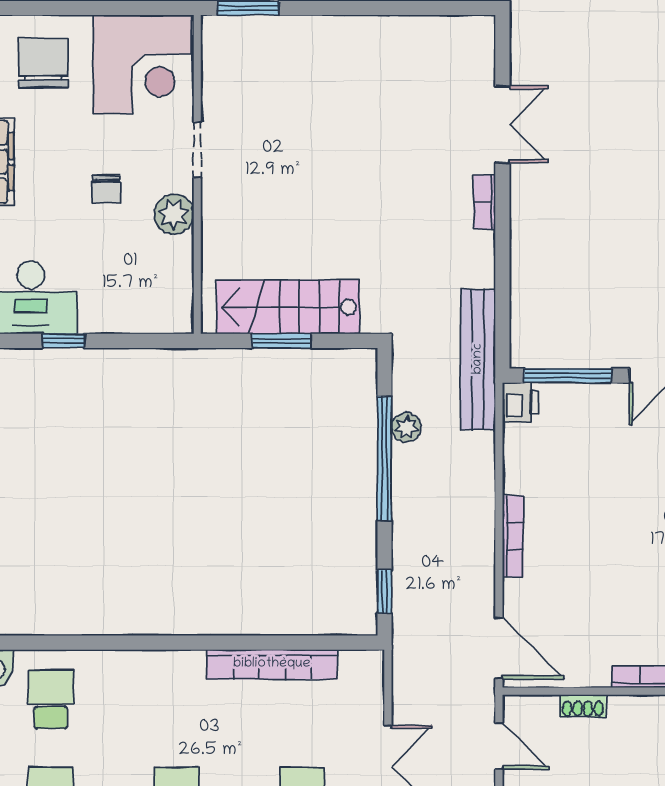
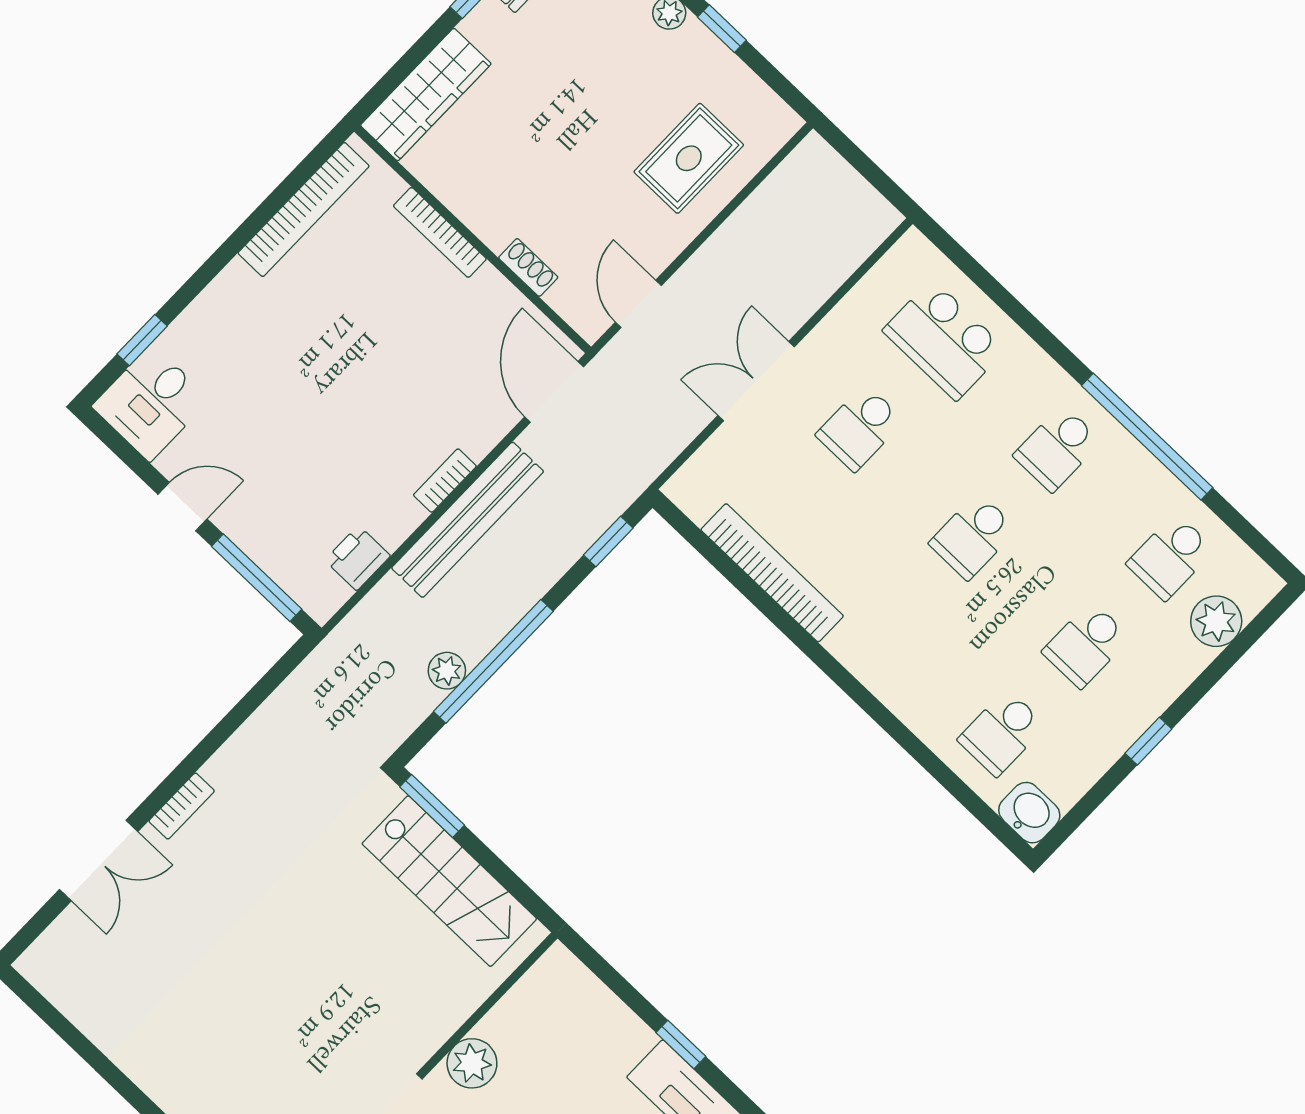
double door: (502, 124) -> (99, 860), swing flipped
window: (282, 341) -> (432, 806), moved
bench: (478, 359) -> (468, 520), moved
printer: (520, 402) -> (358, 558), moved
bookcase: (513, 536) -> (445, 481), width x0.64

